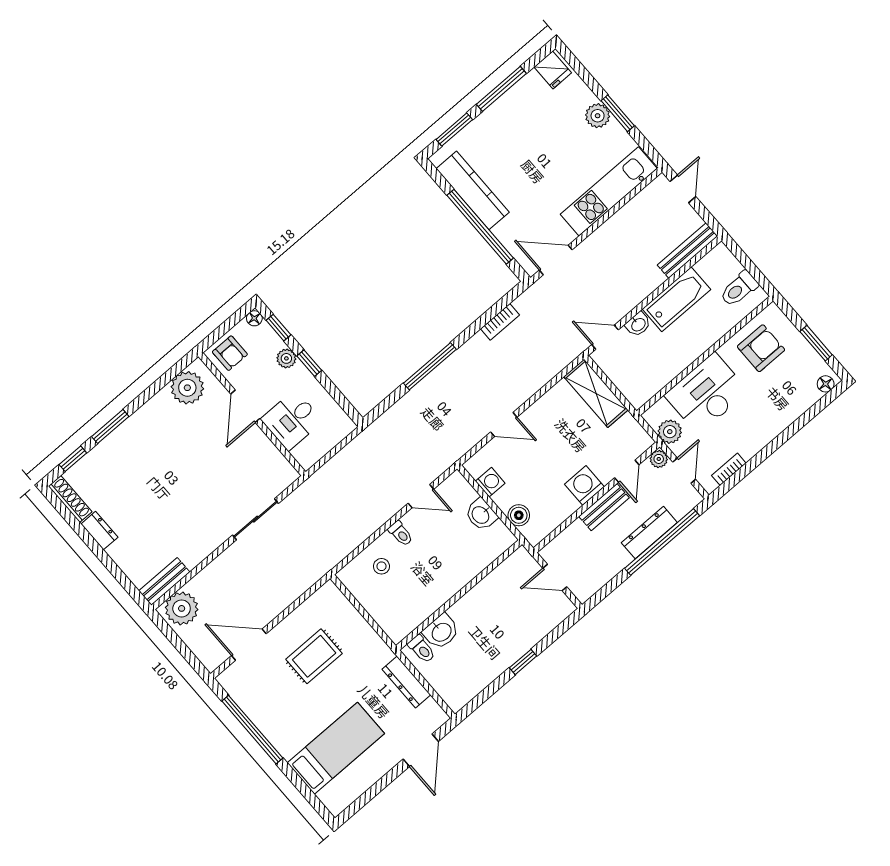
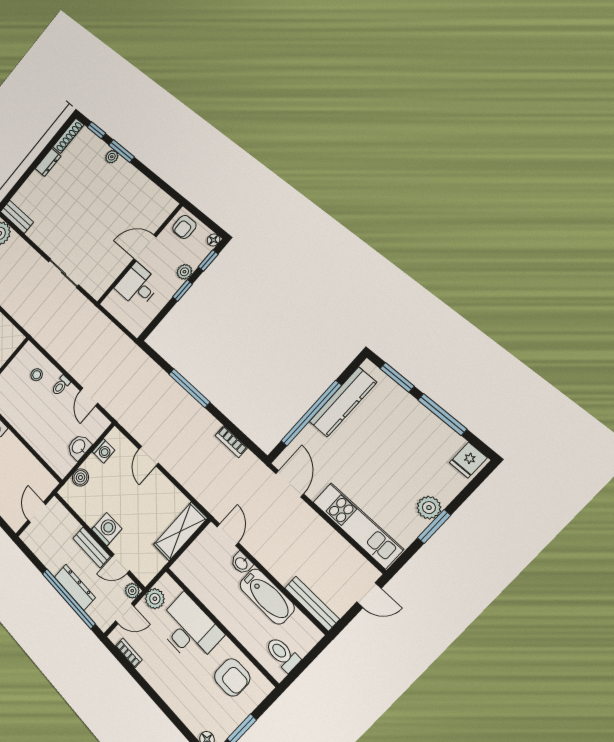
plant: (187, 388) -> (112, 157), moved, width x0.53, depth x0.53

